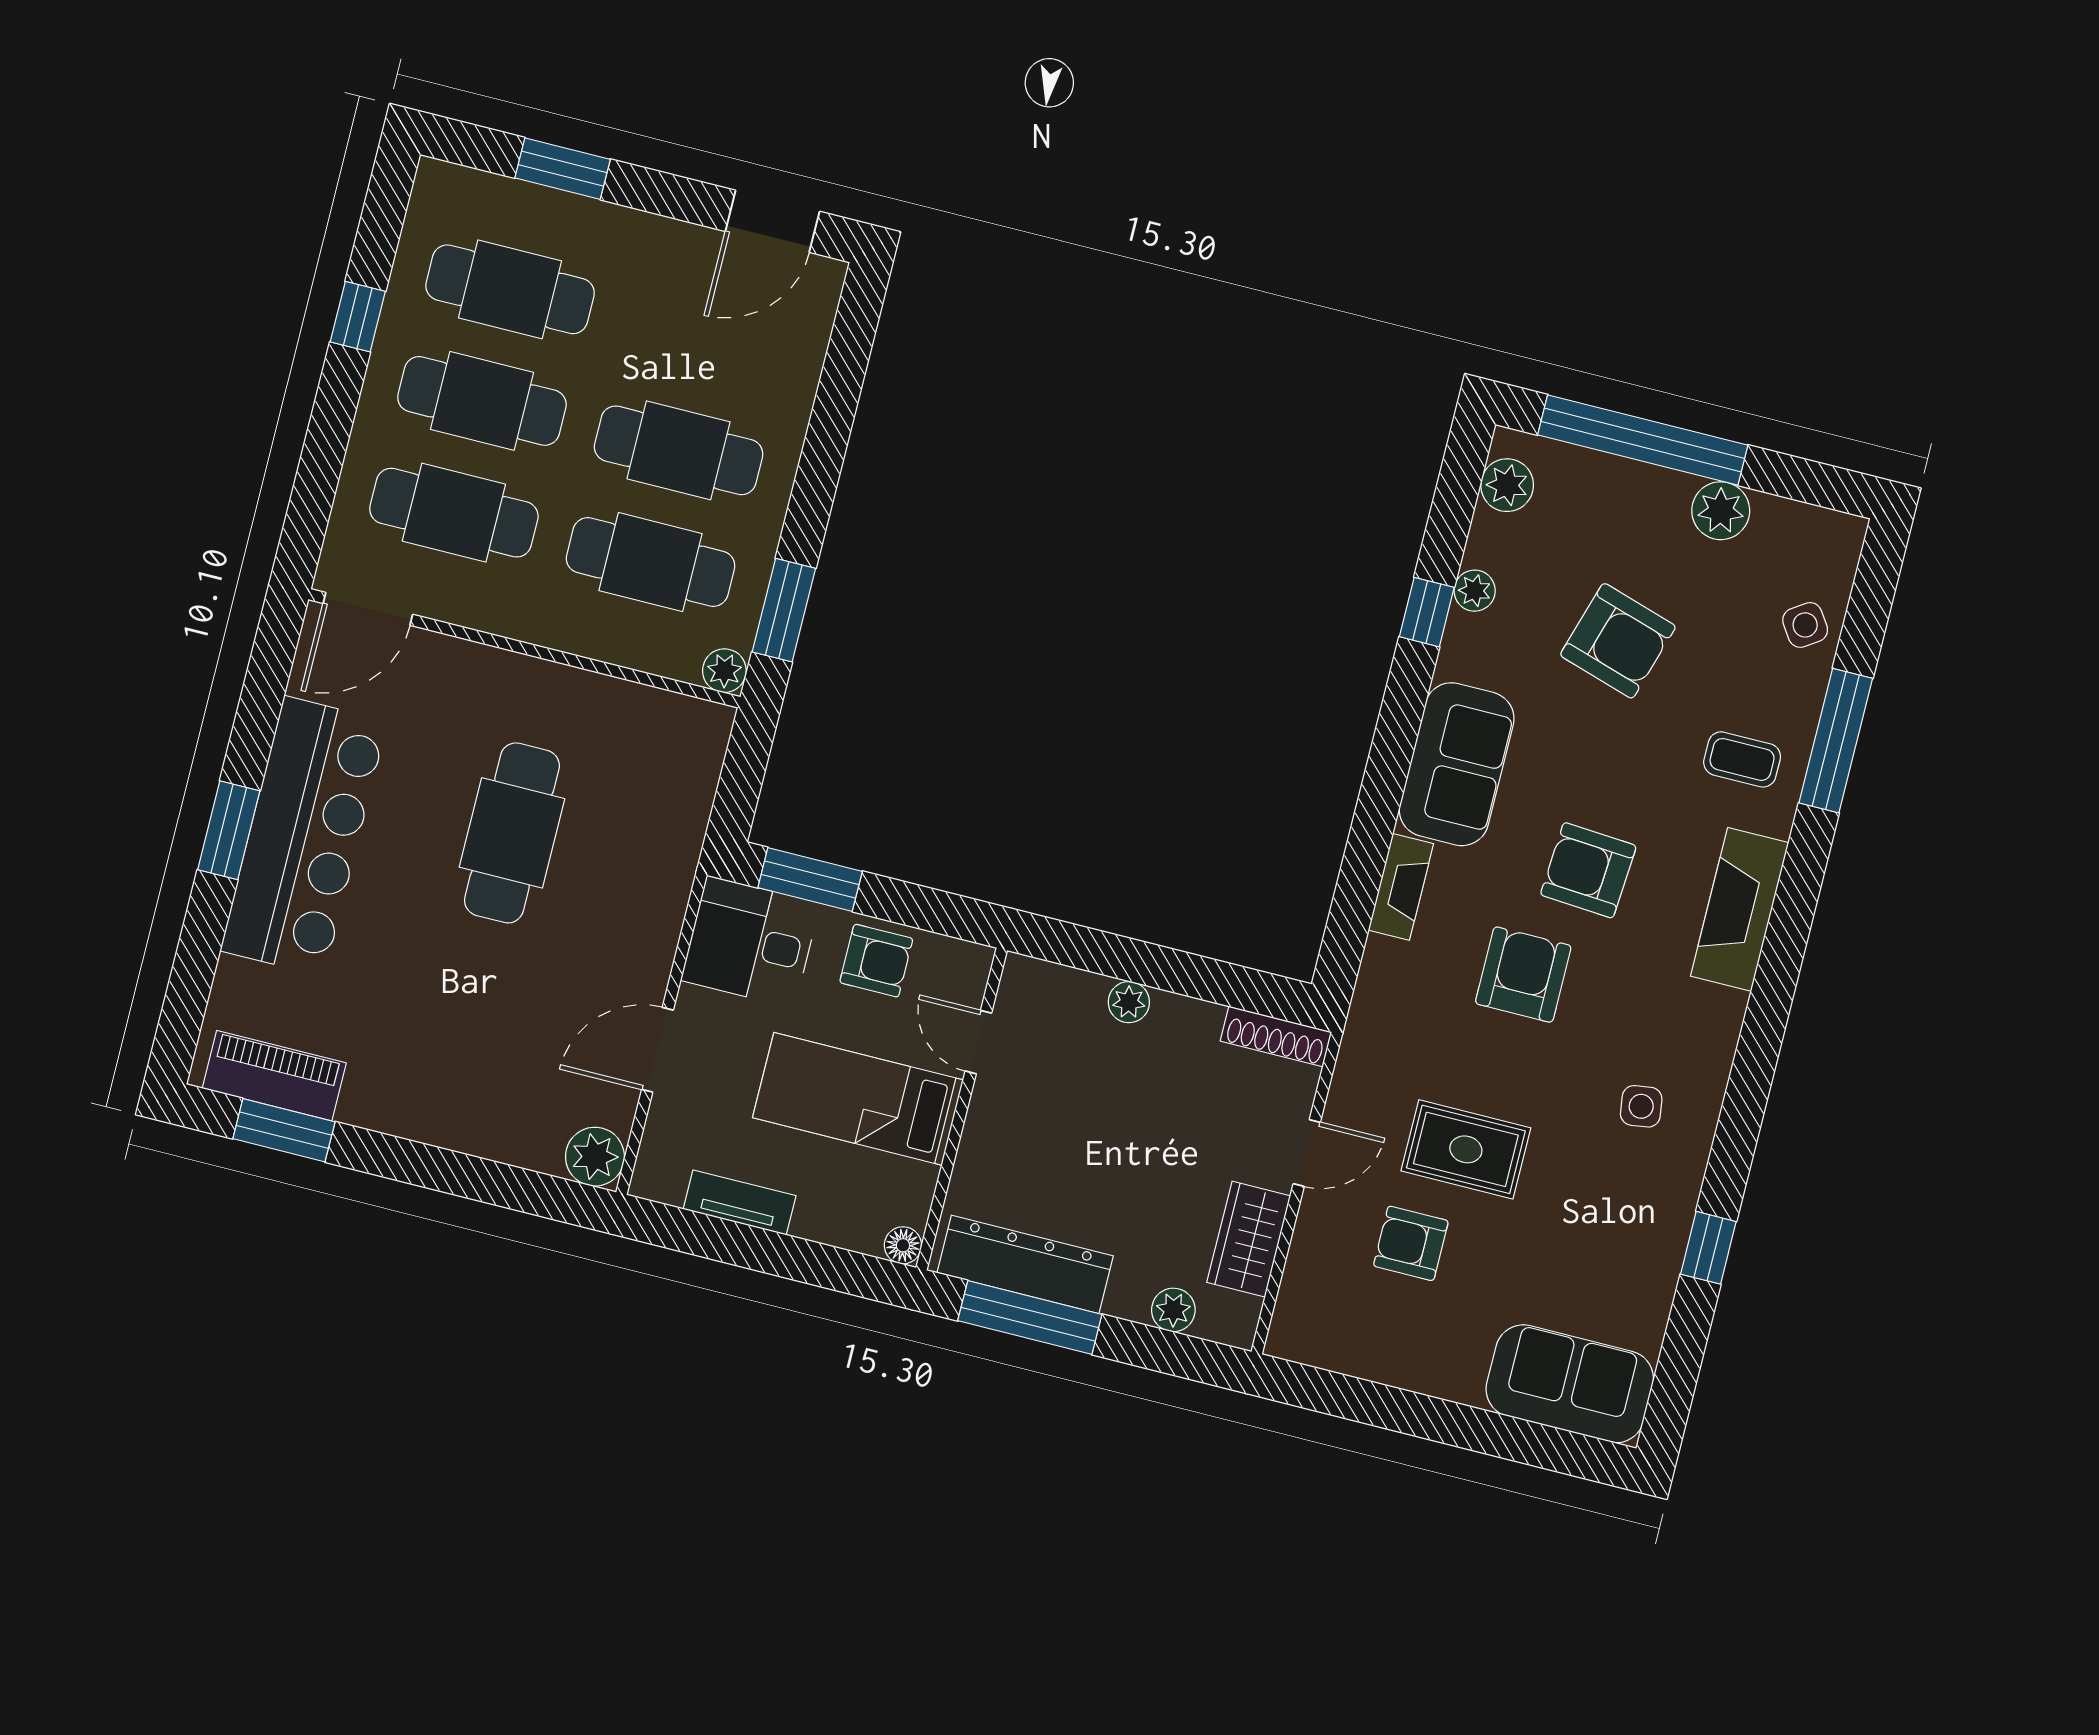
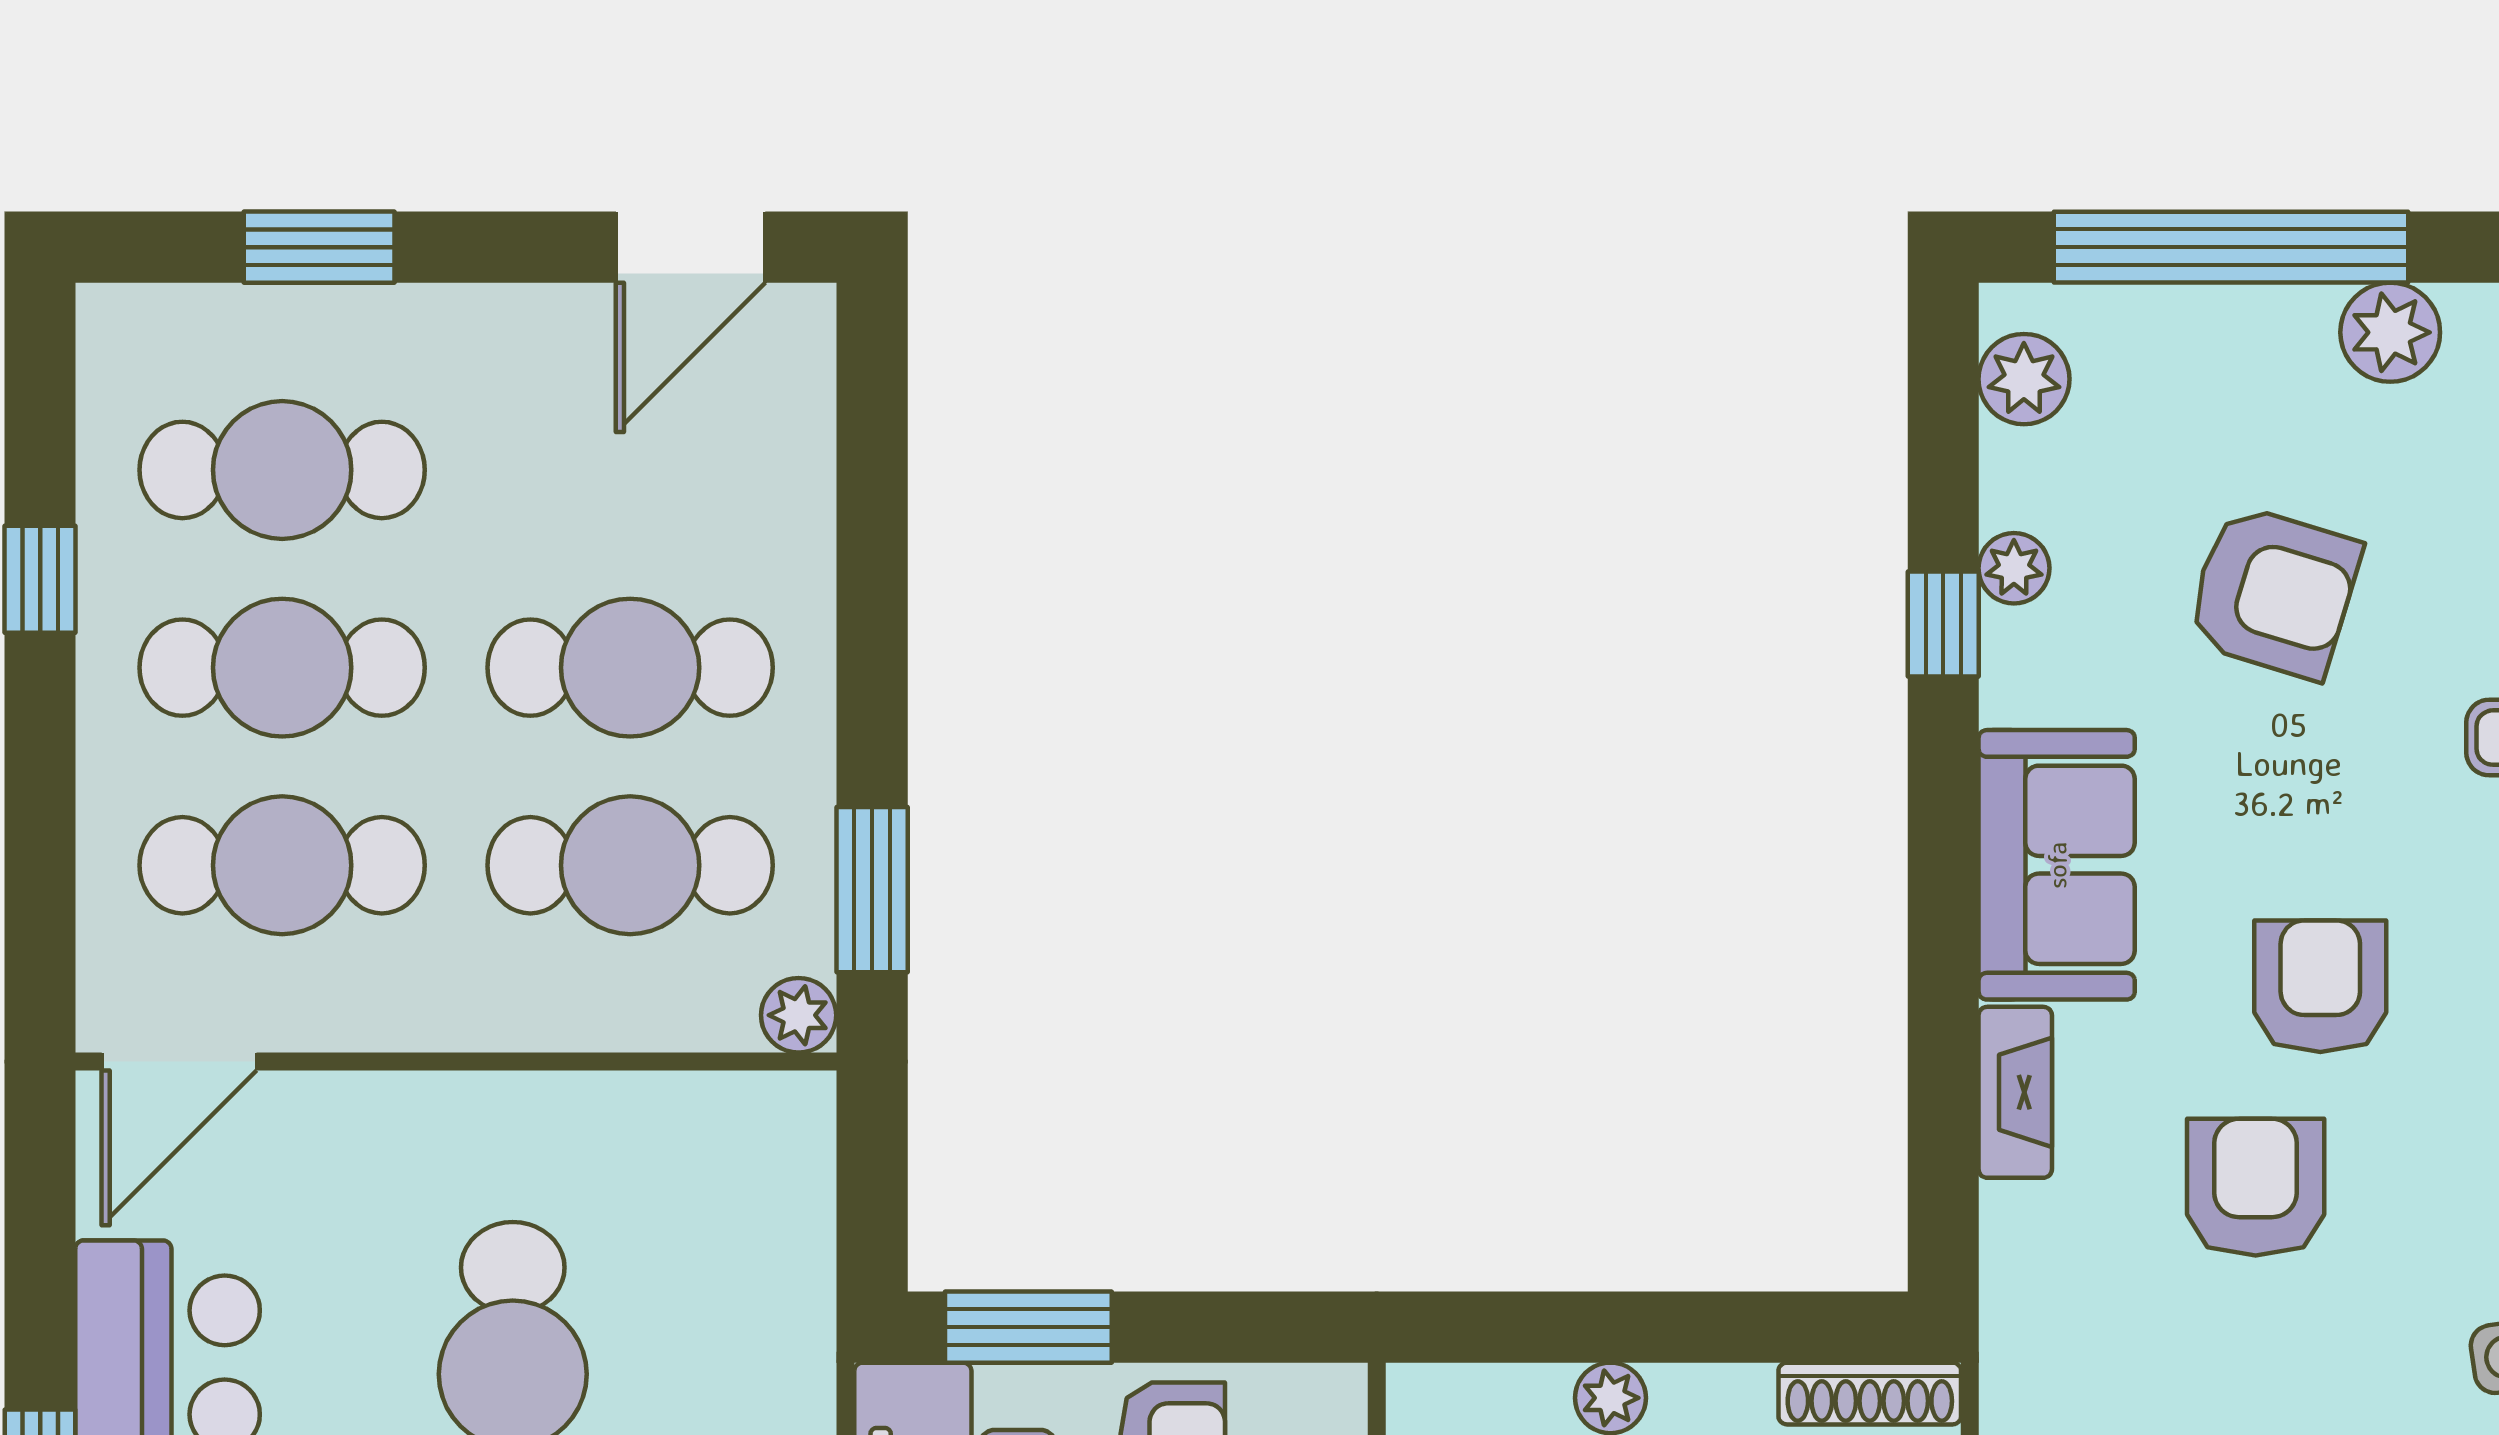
armchair: (1588, 870) -> (2320, 986), turned 86

